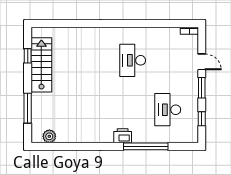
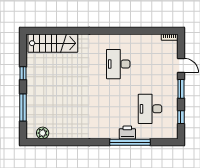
window: (28, 56) -> (23, 73), moved
stairs: (41, 65) -> (53, 43), moved, turned 90
printer: (123, 136) -> (127, 132), moved

